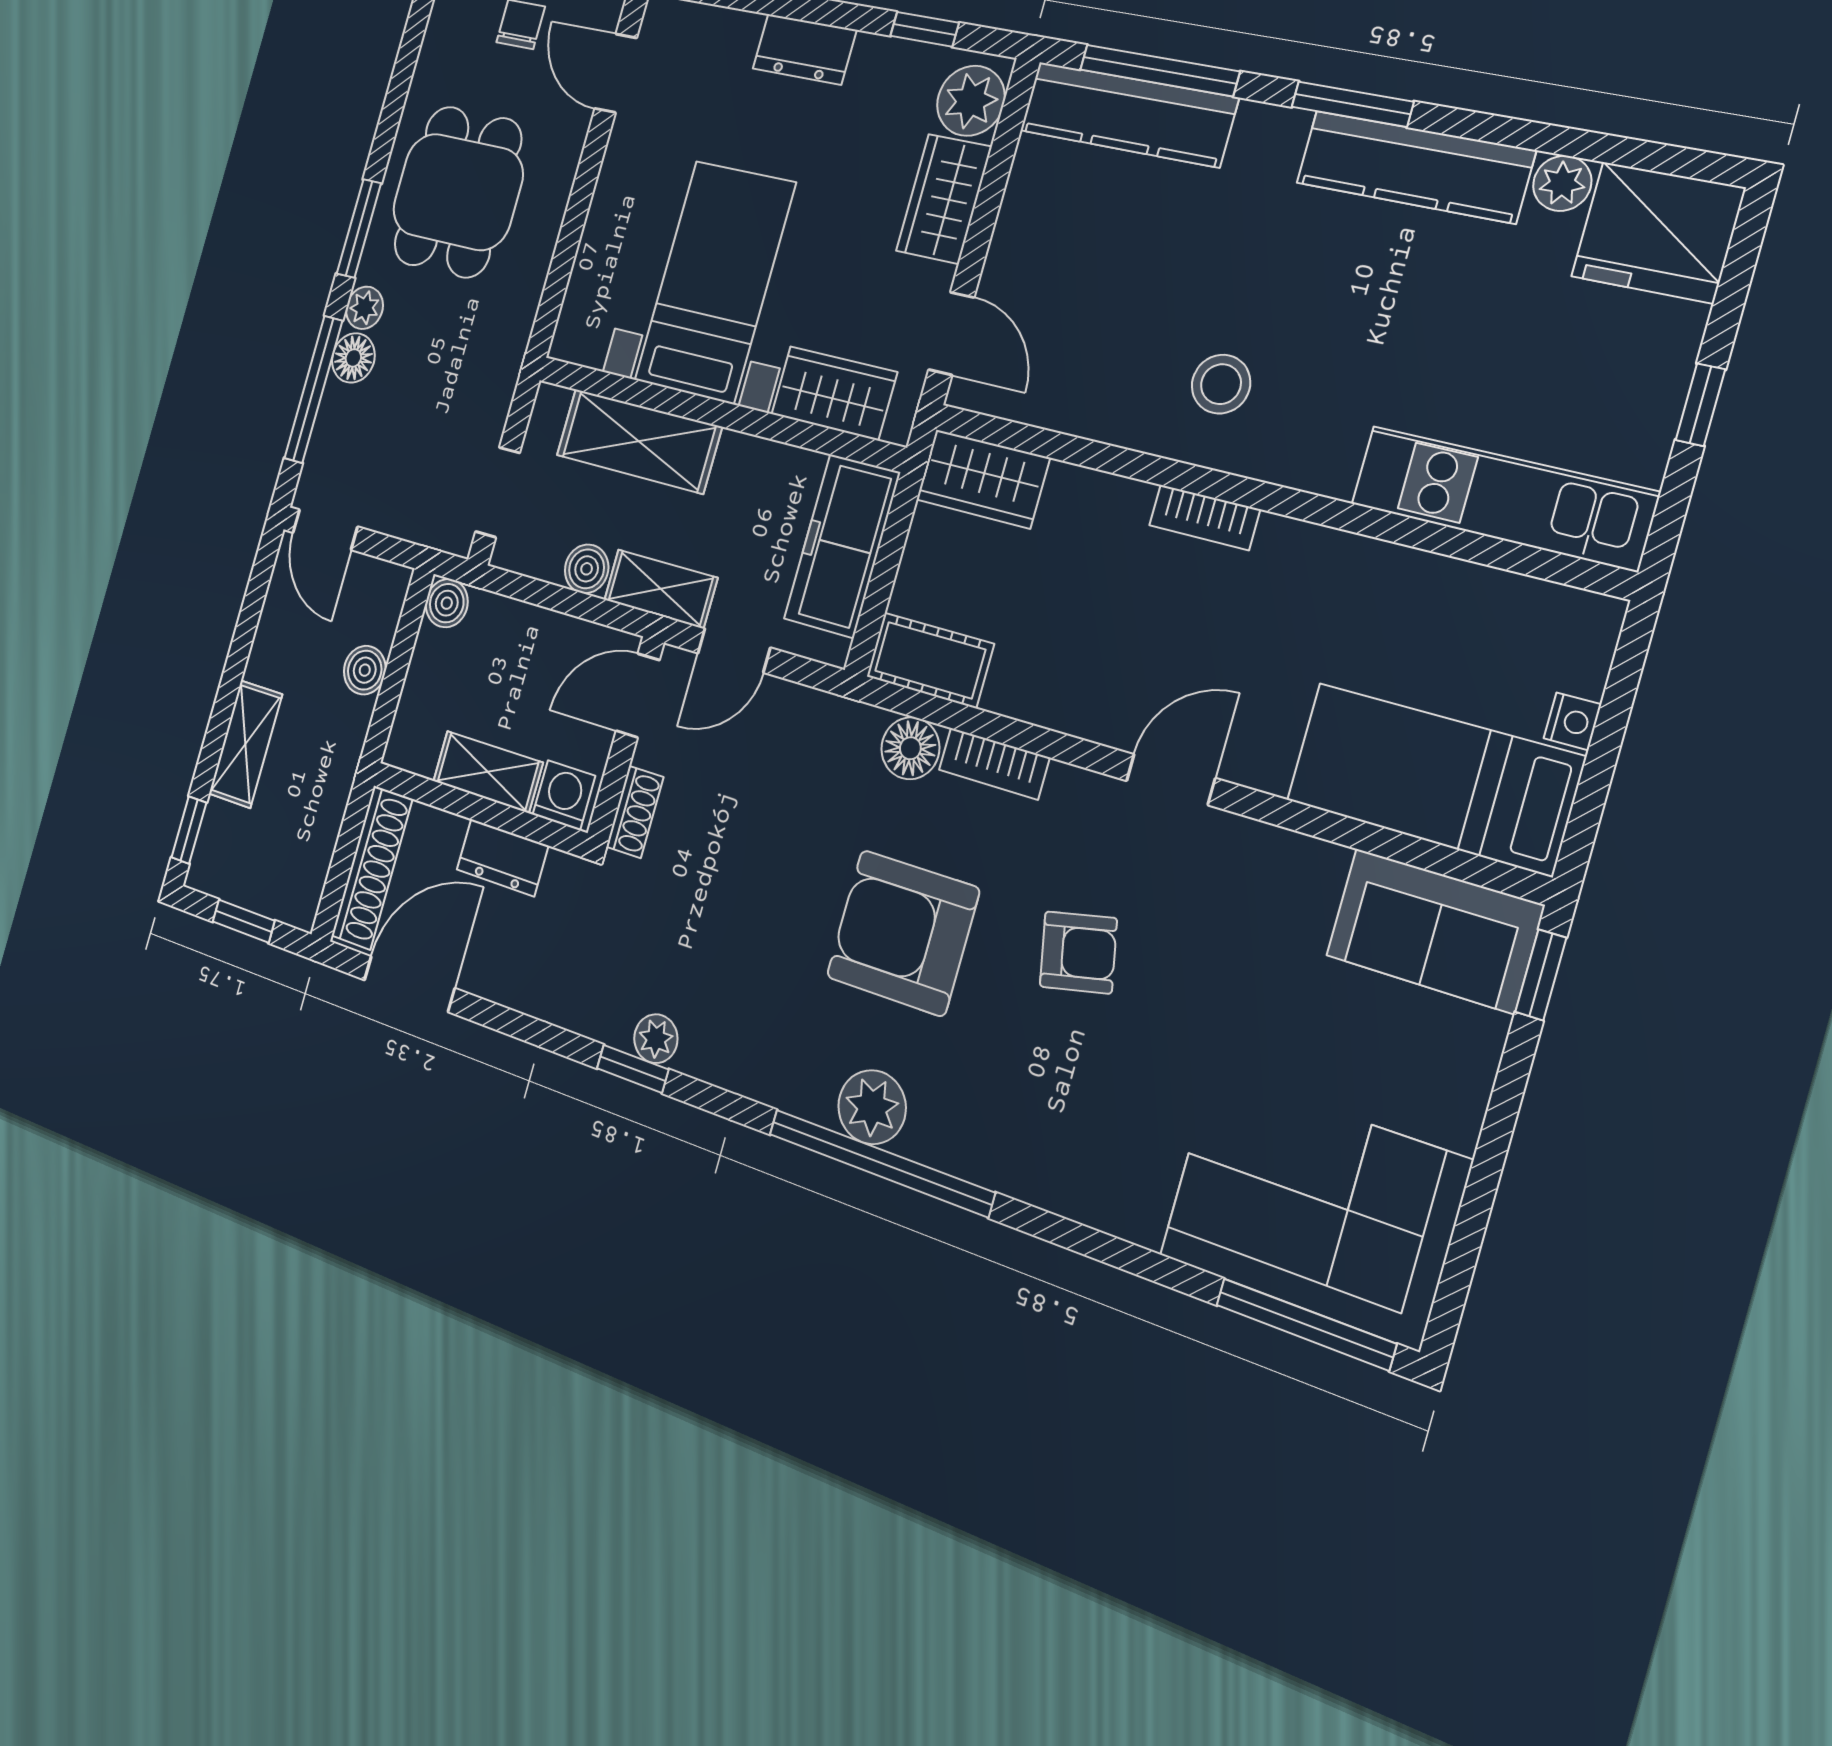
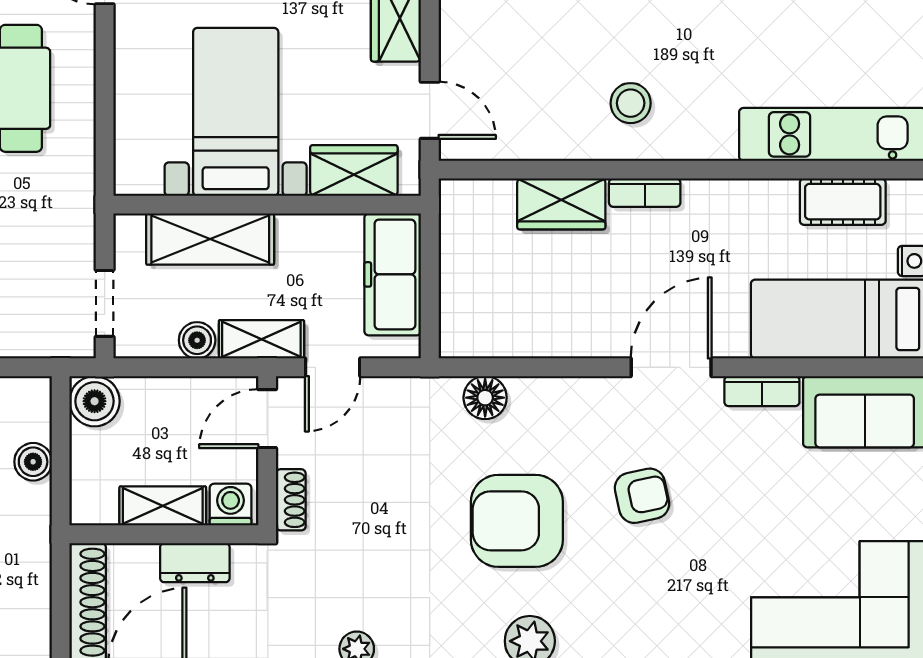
wardrobe: (983, 479) -> (561, 204), moved
boiler: (447, 603) -> (95, 401), width x1.36, depth x1.36
cot: (930, 660) -> (843, 202), moved
bookcase: (994, 764) -> (762, 391), moved
door: (1171, 780) -> (671, 367), width x1.38

